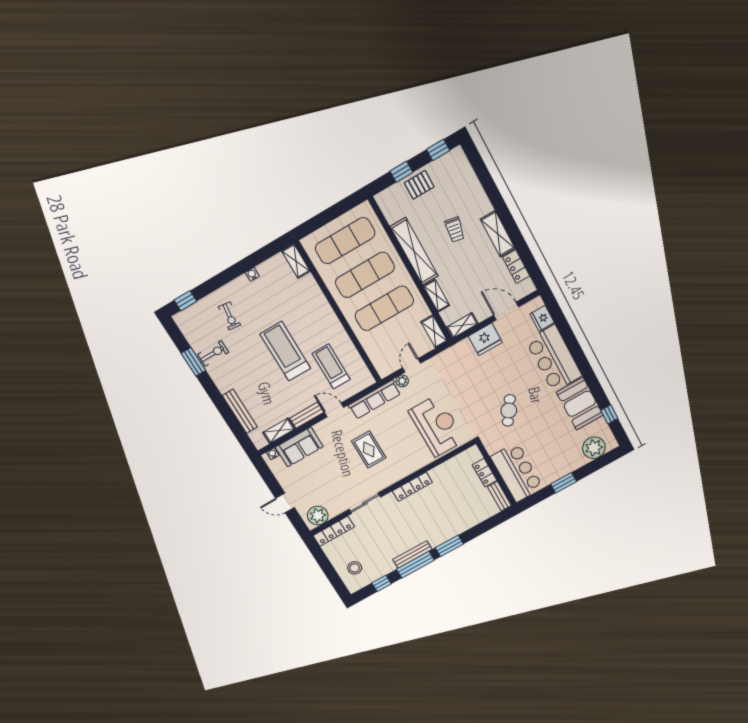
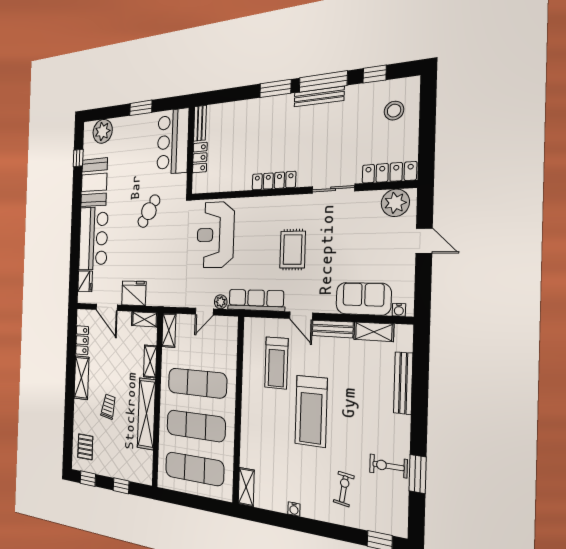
pallet: (419, 185) -> (85, 447), moved, turned 90

